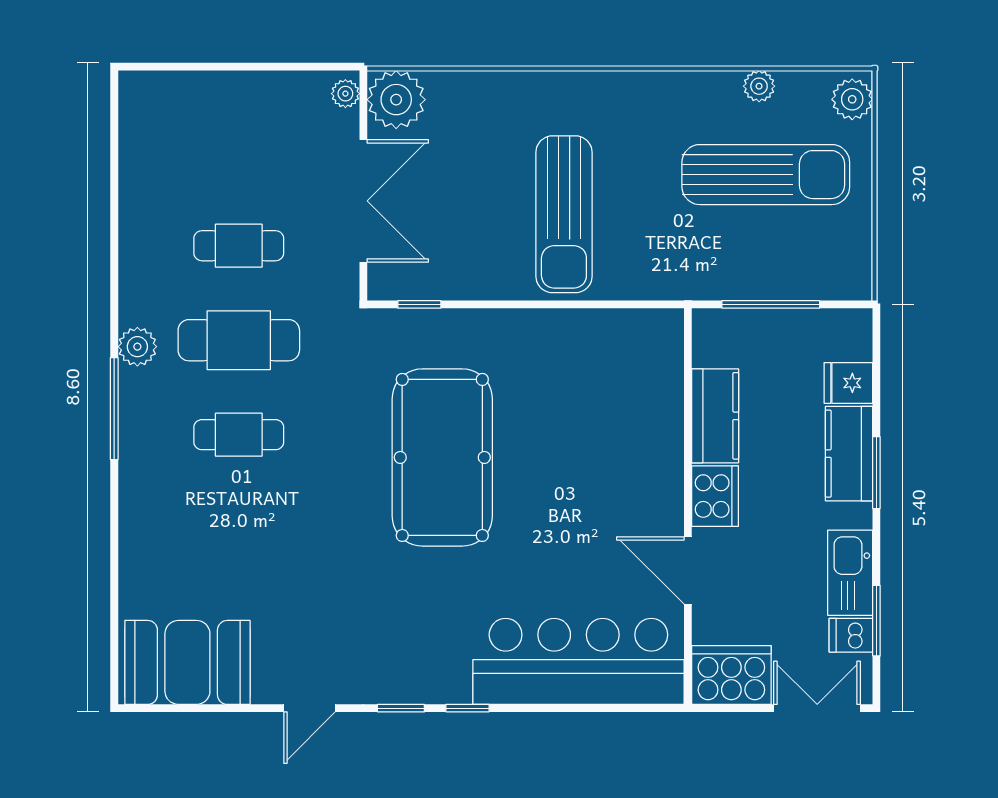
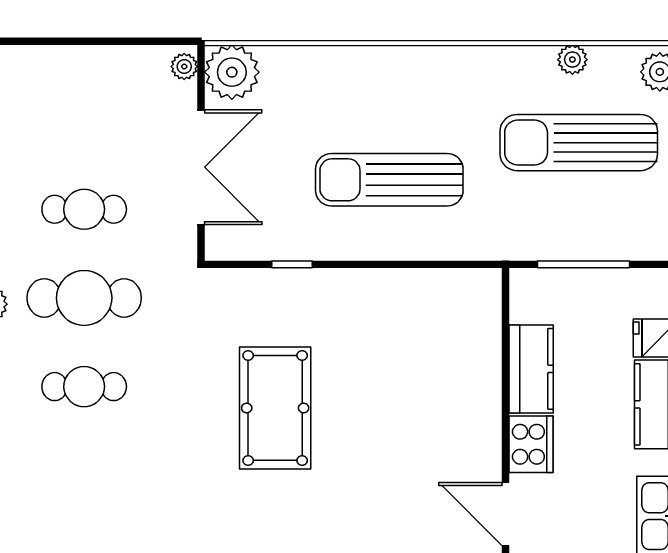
sun lounger: (766, 175) -> (579, 143), turned 180
sun lounger: (564, 214) -> (389, 180), turned 90
window: (419, 304) -> (292, 264), moved
pool table: (442, 457) -> (275, 408), width x0.73, depth x0.76

